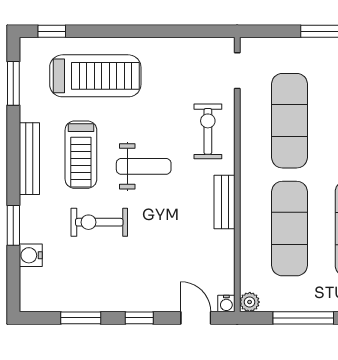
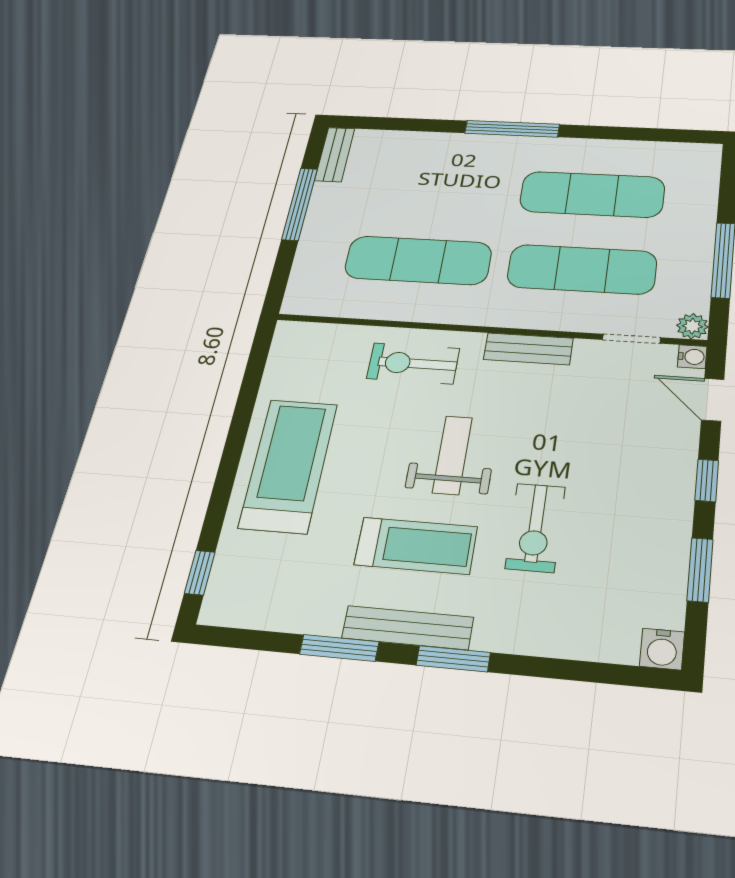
doorway: (237, 71) -> (632, 339), moved
treadmill: (95, 76) -> (288, 465), moved
window: (13, 83) -> (339, 648), moved
window: (13, 225) -> (453, 659), moved
water cooler: (31, 255) -> (662, 649), moved
door: (196, 318) -> (713, 400), hinge flipped

